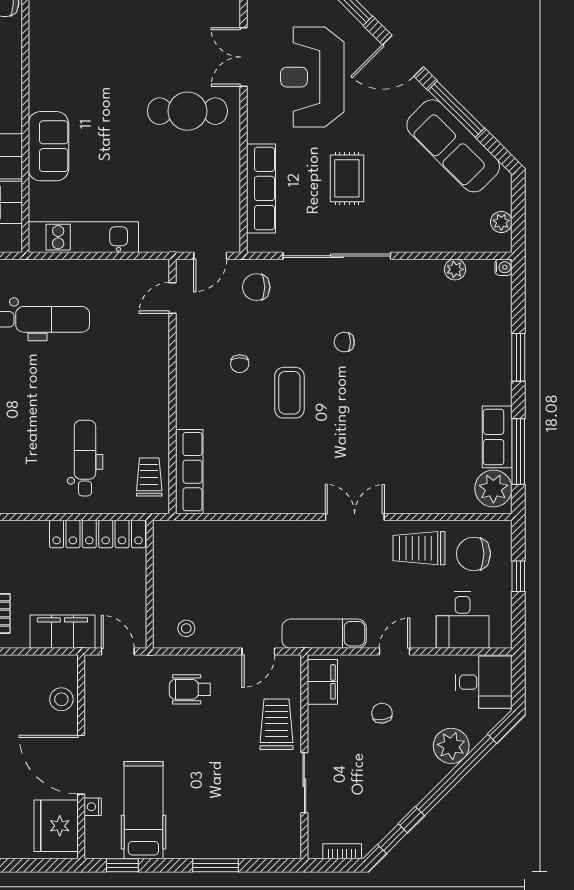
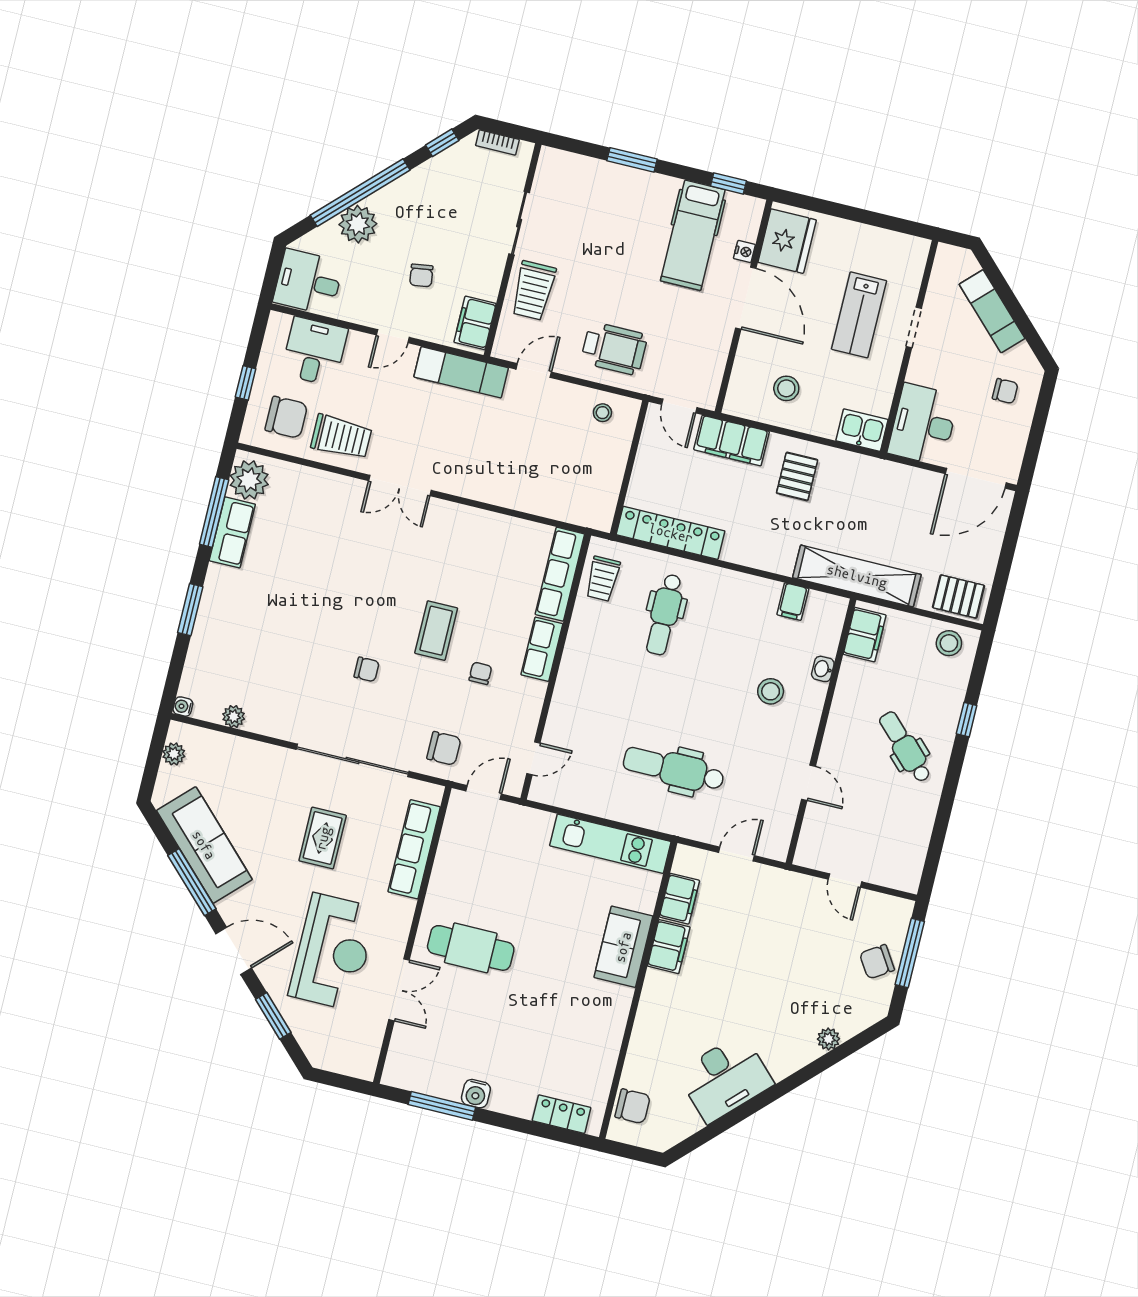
row of seats: (189, 399) -> (542, 649), added
wheelchair: (190, 689) -> (614, 349), width x1.36, depth x1.37
stool: (61, 699) -> (786, 388), moved

